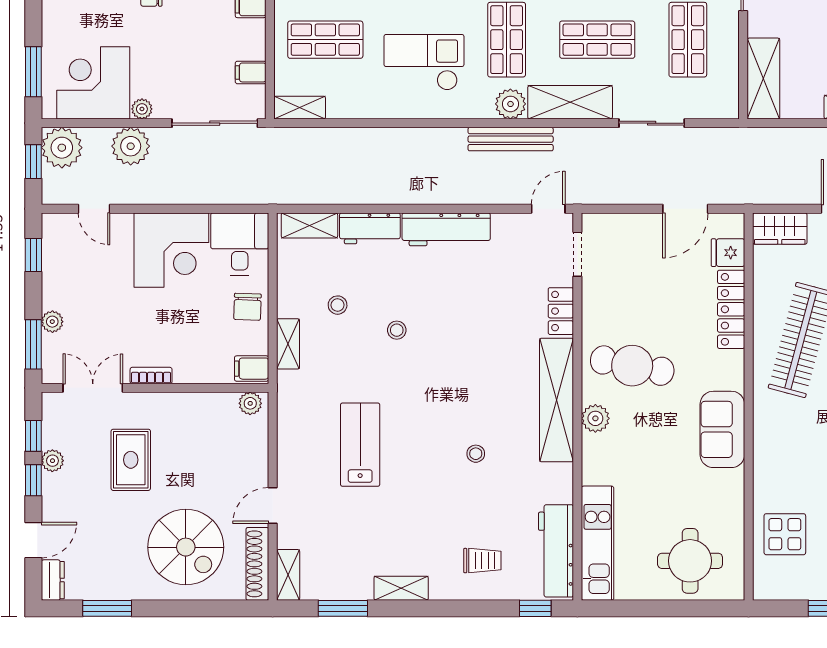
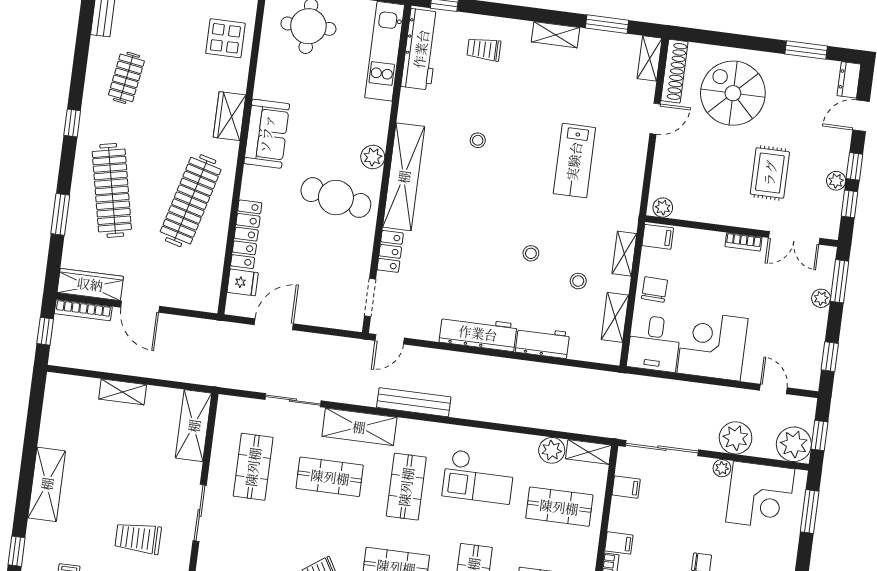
plant: (510, 104) -> (552, 450), moved
shelving: (309, 225) -> (615, 317), moved, turned 90
wardrobe: (780, 229) -> (230, 116), moved, turned -90

